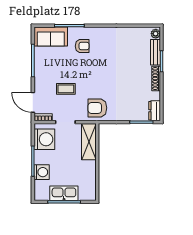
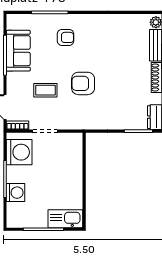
sofa: (51, 36) -> (18, 51), moved, turned -90
armchair: (97, 108) -> (83, 83), moved
shelving: (89, 142) -> (74, 155), removed
kitchen sink: (64, 193) -> (65, 219), moved

